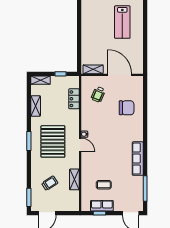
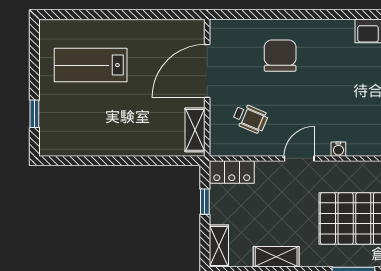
lab bench: (122, 22) -> (91, 65), turned 180
locker: (74, 99) -> (232, 172), moved
door: (80, 145) -> (299, 158), moved

